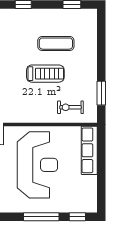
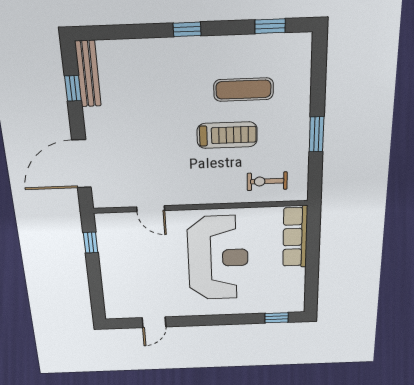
window: (101, 93) -> (316, 134), moved
window: (41, 217) -> (225, 320), removed

